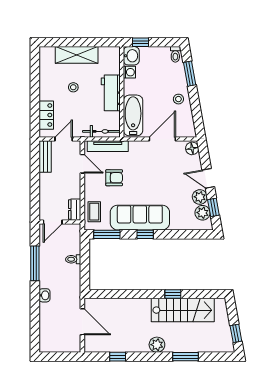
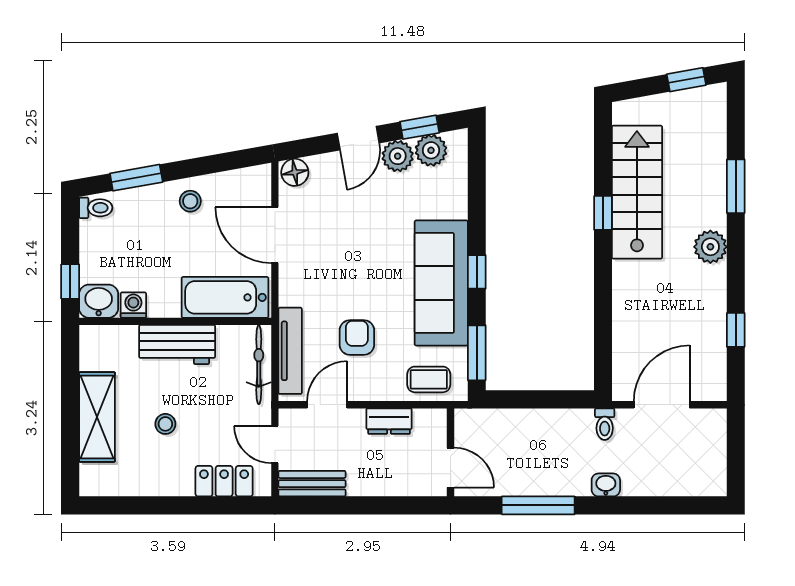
dresser: (75, 210) -> (389, 421), moved
toilet: (73, 259) -> (605, 424), moved

